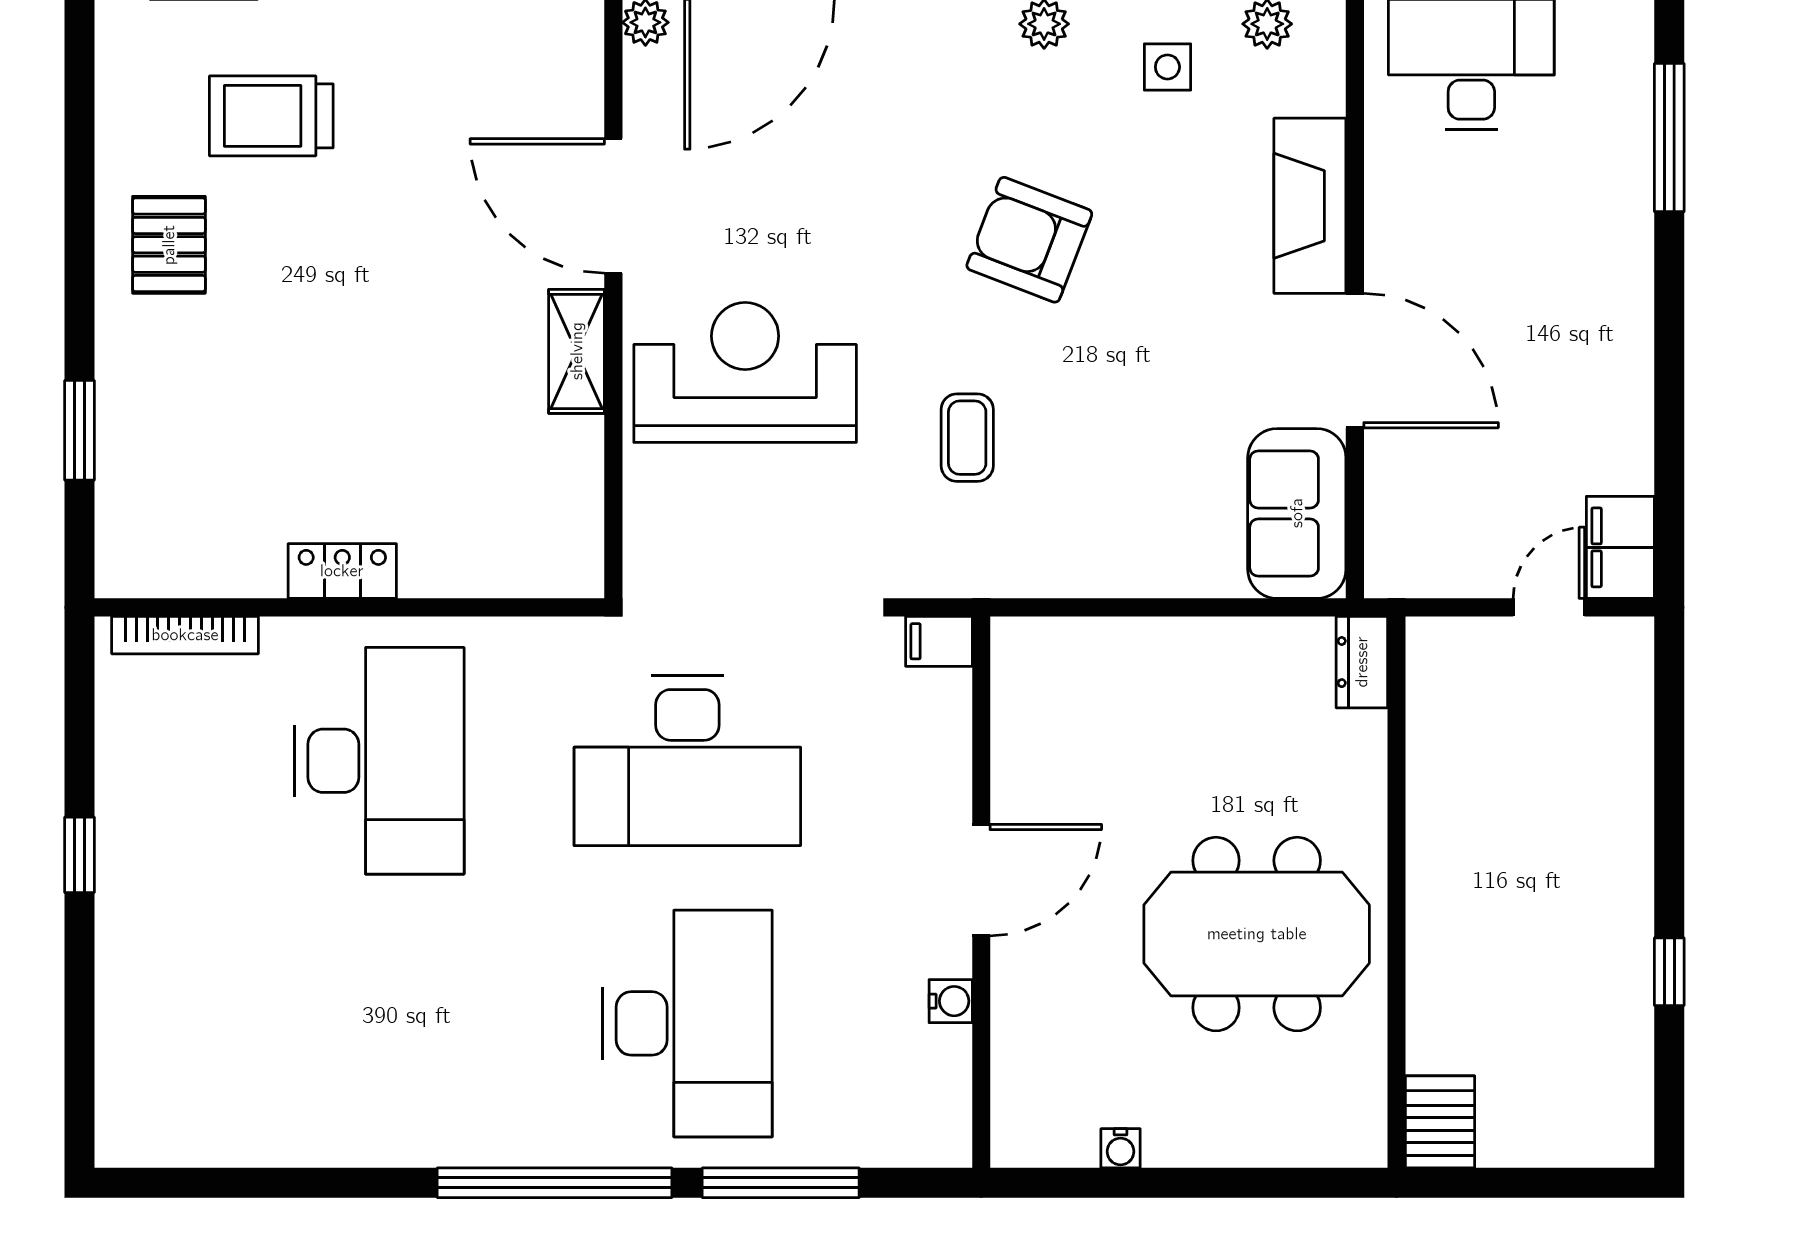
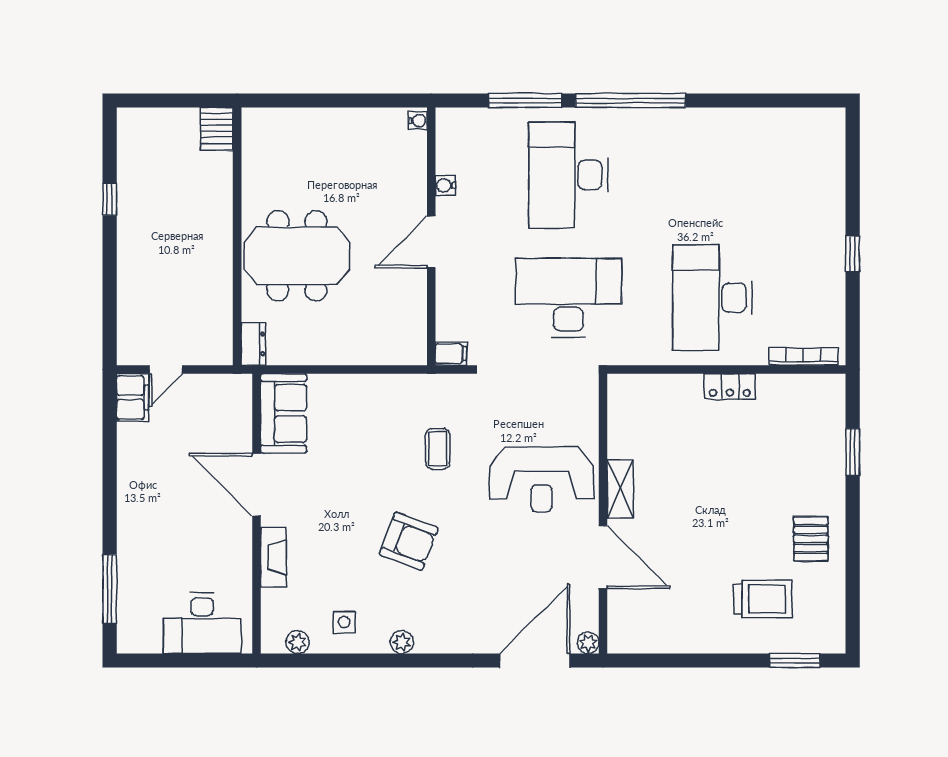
fireplace: (1310, 206) -> (273, 557), width x0.73, depth x0.76
meeting table: (1257, 934) -> (297, 256), moved
water cooler: (1121, 1148) -> (418, 121), moved, turned 90

